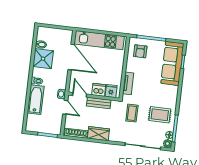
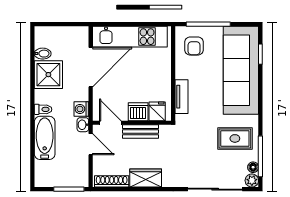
door: (71, 57) -> (91, 67), hinge flipped
sofa: (172, 63) -> (241, 70), width x1.36, depth x1.27
washing machine: (62, 84) -> (81, 109), added
coffee table: (132, 113) -> (193, 141), removed

